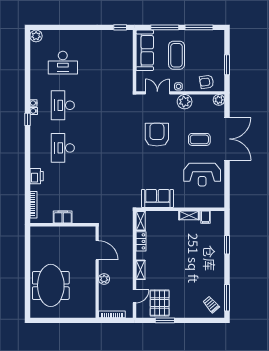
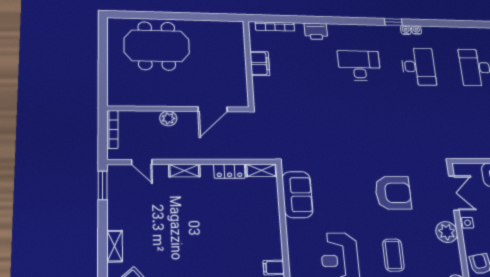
desk: (63, 105) -> (418, 66), turned 90
shelving: (189, 215) -> (115, 246), moved
pallet: (160, 303) -> (131, 200), removed
window: (165, 320) -> (103, 185), moved

